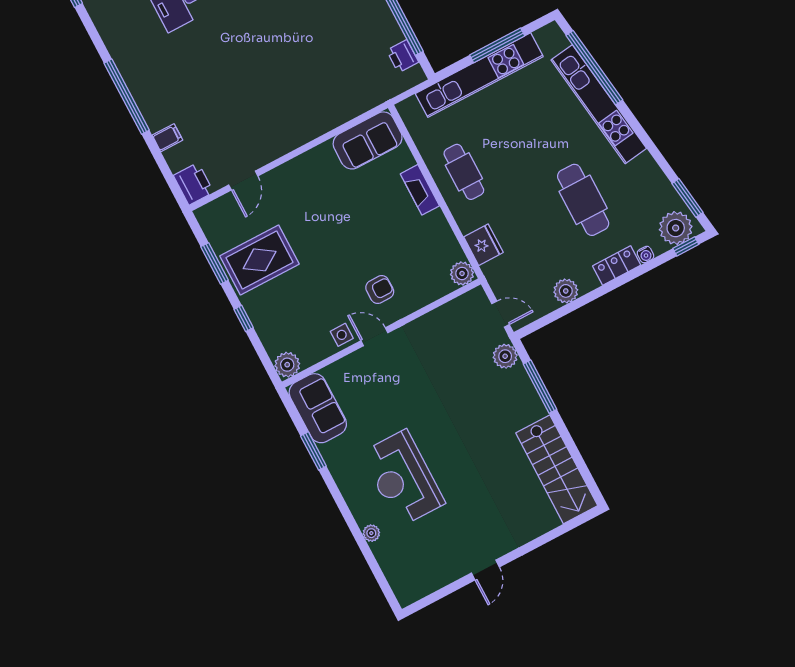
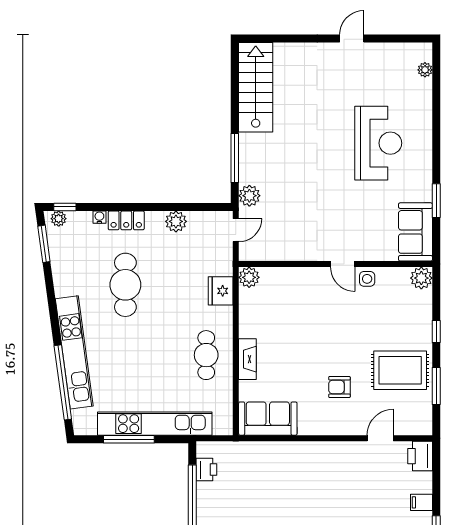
plant: (676, 228) -> (59, 219), width x0.53, depth x0.53
armchair: (380, 290) -> (339, 387), moved
door: (501, 314) -> (236, 230), swing flipped
plant: (371, 533) -> (425, 70), moved

